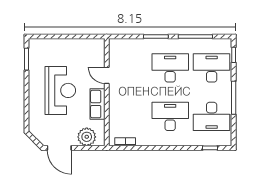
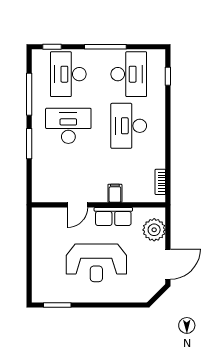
desk: (170, 68) -> (68, 126), turned 90
reception desk: (60, 90) -> (96, 263), turned 180
filing cabinet: (116, 105) -> (115, 193), added

